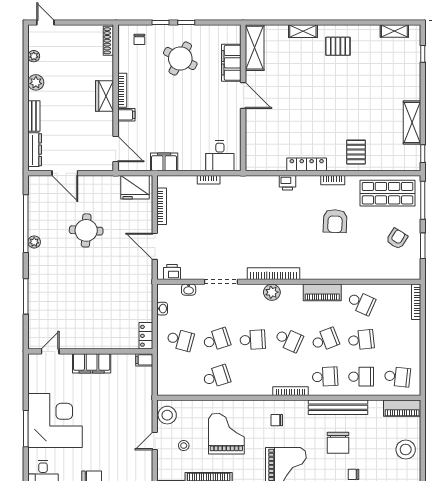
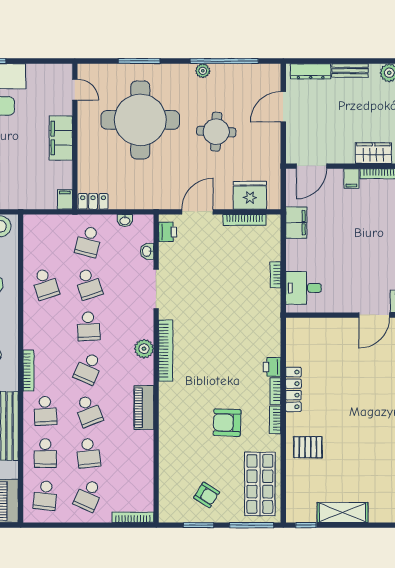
bookcase: (308, 180) -> (275, 391), added
fridge: (135, 187) -> (250, 195), moved, turned 90
round table: (76, 295) -> (140, 120), added
school desk: (361, 303) -> (88, 495), moved

